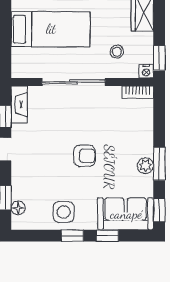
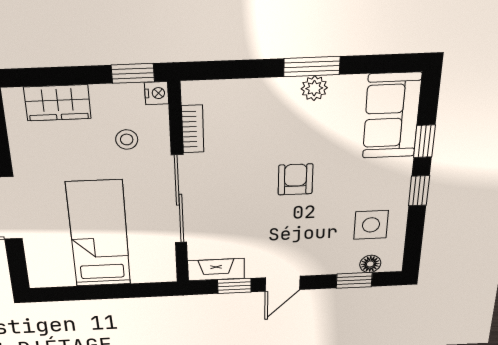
bookcase: (138, 92) -> (193, 129), moved
window: (159, 210) -> (390, 64), removed
side table: (64, 212) -> (371, 225), moved

